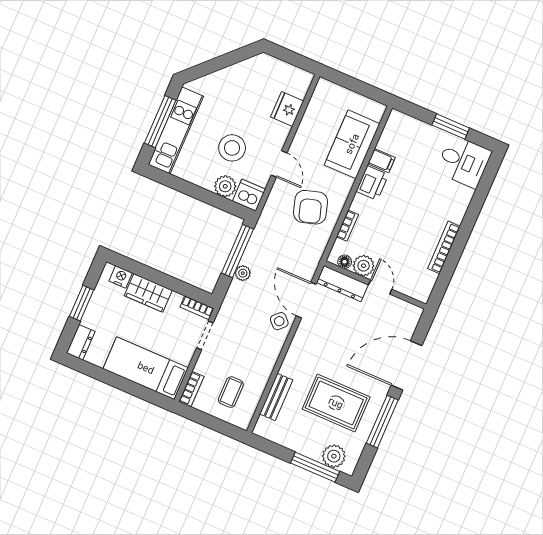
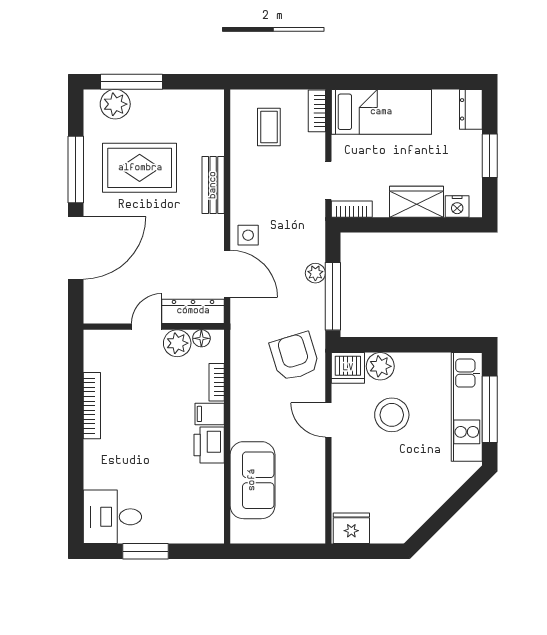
fridge: (287, 109) -> (351, 528), moved, turned -90
filing cabinet: (381, 161) -> (210, 414), moved
armchair: (311, 207) -> (295, 357), moved
door: (380, 287) -> (147, 327), swing flipped
side table: (279, 321) -> (248, 235), turned 45
bench: (276, 397) -> (213, 185), moved

